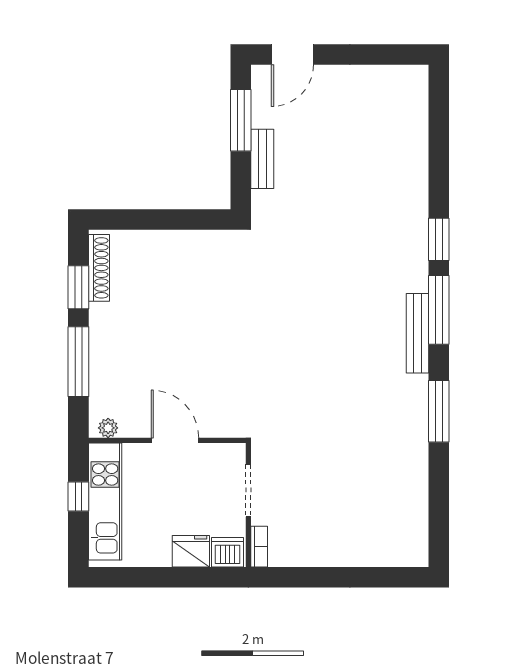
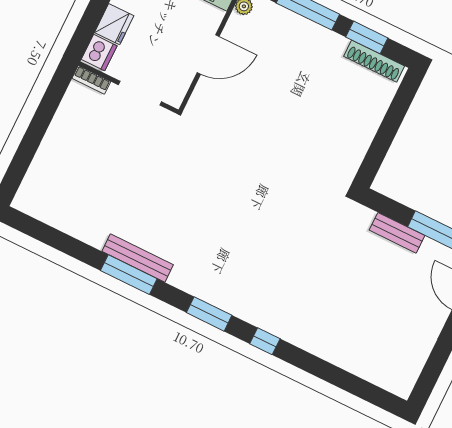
window: (439, 239) -> (265, 341), width x0.67
window: (439, 310) -> (209, 314), width x0.69
bench: (417, 333) -> (138, 258), moved

